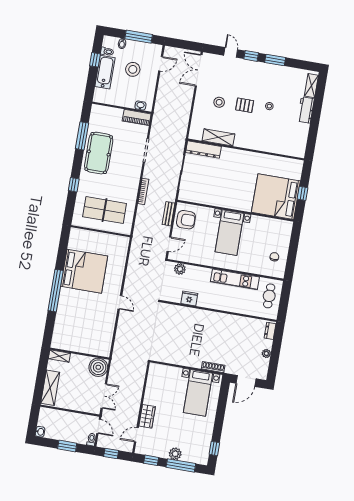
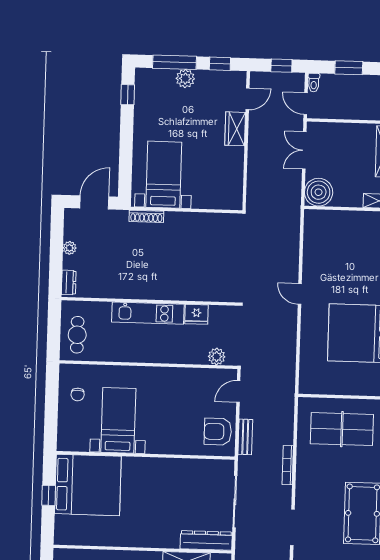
bed with nightstands: (229, 233) -> (118, 420), moved
kitchen unit: (235, 279) -> (148, 313), moved, turned 180

